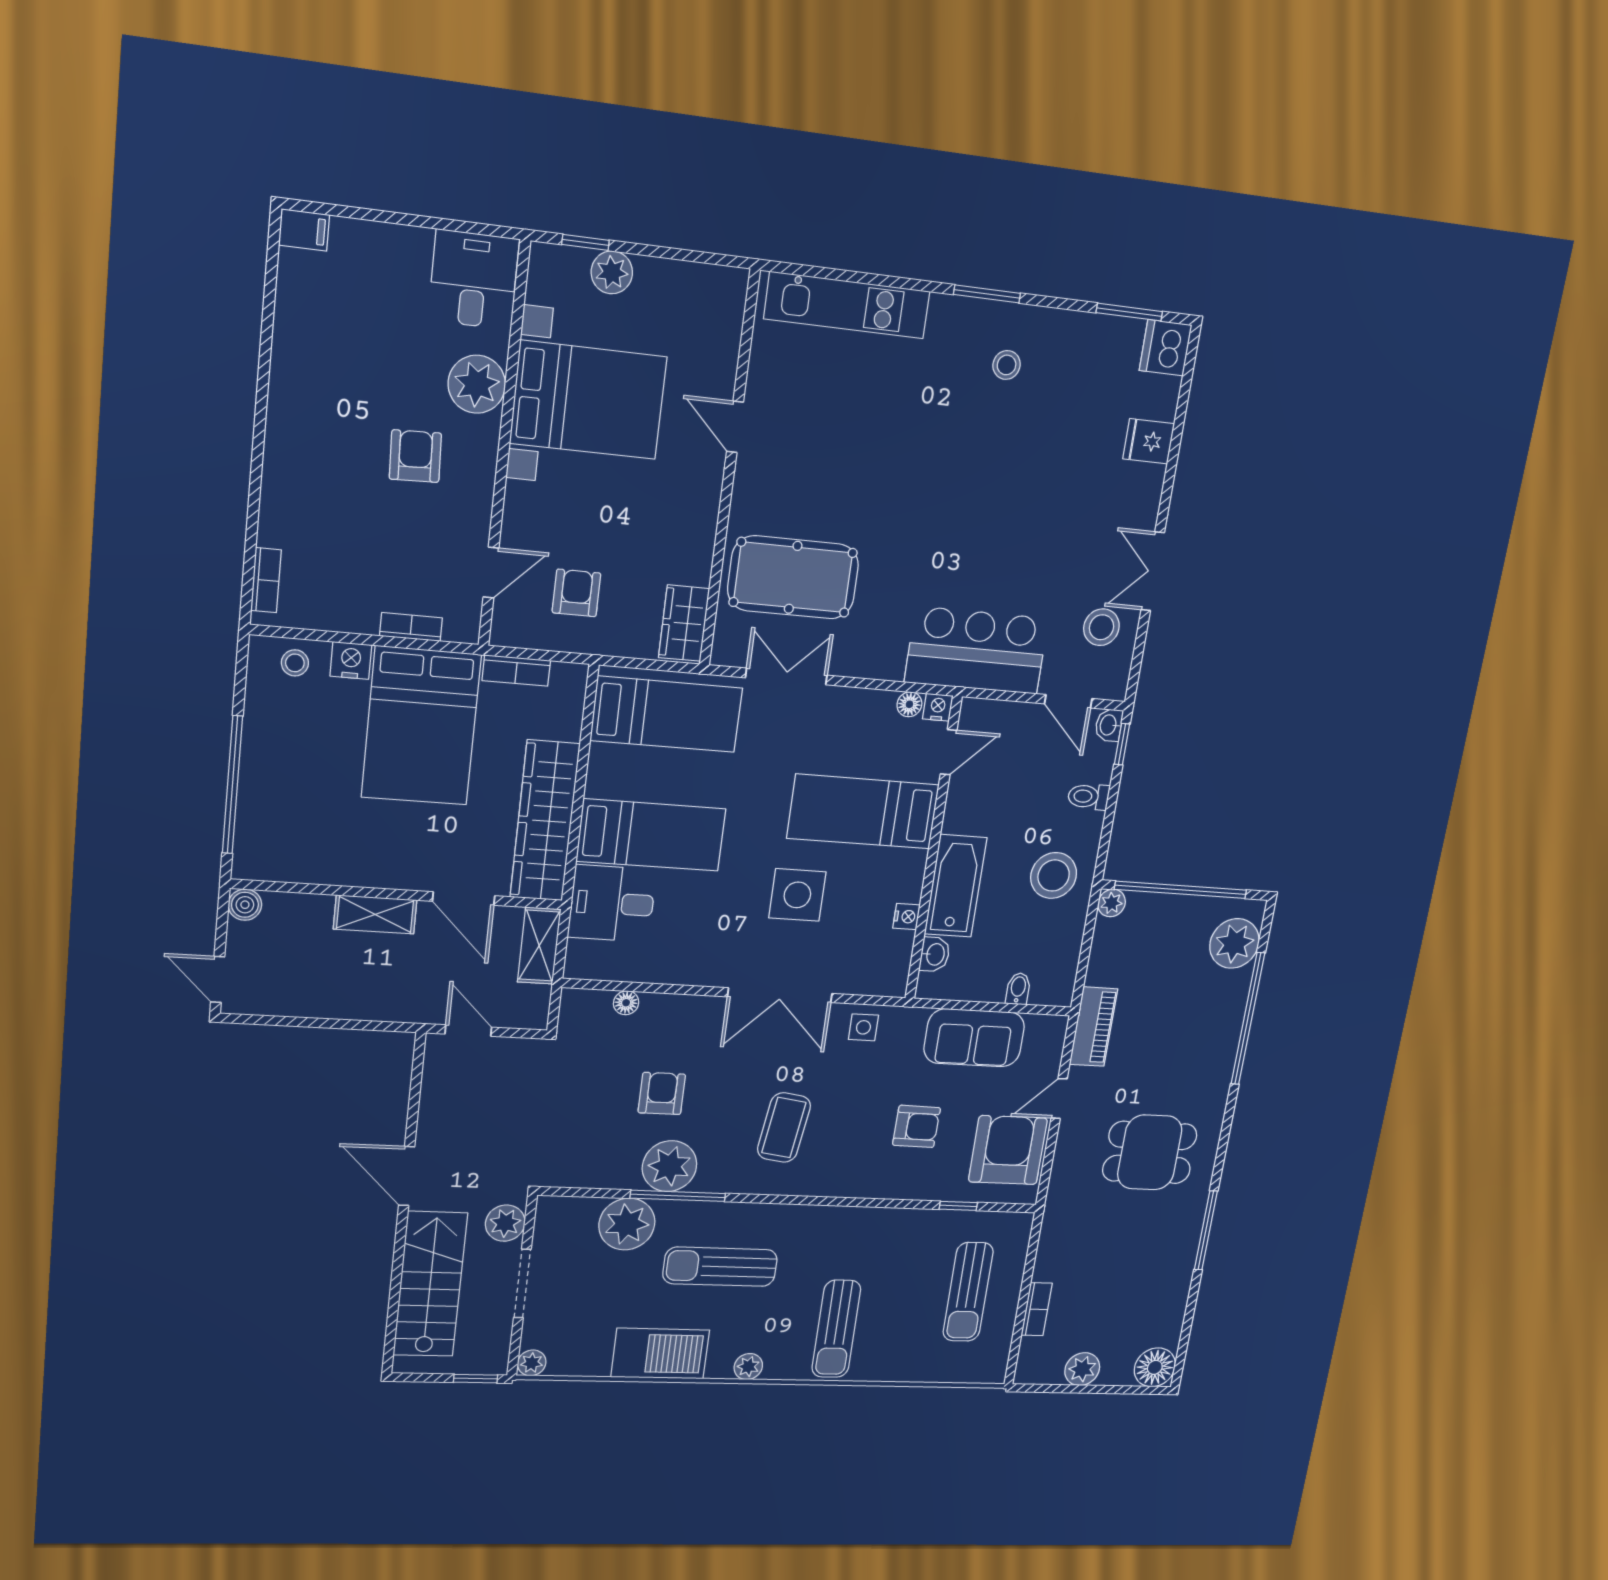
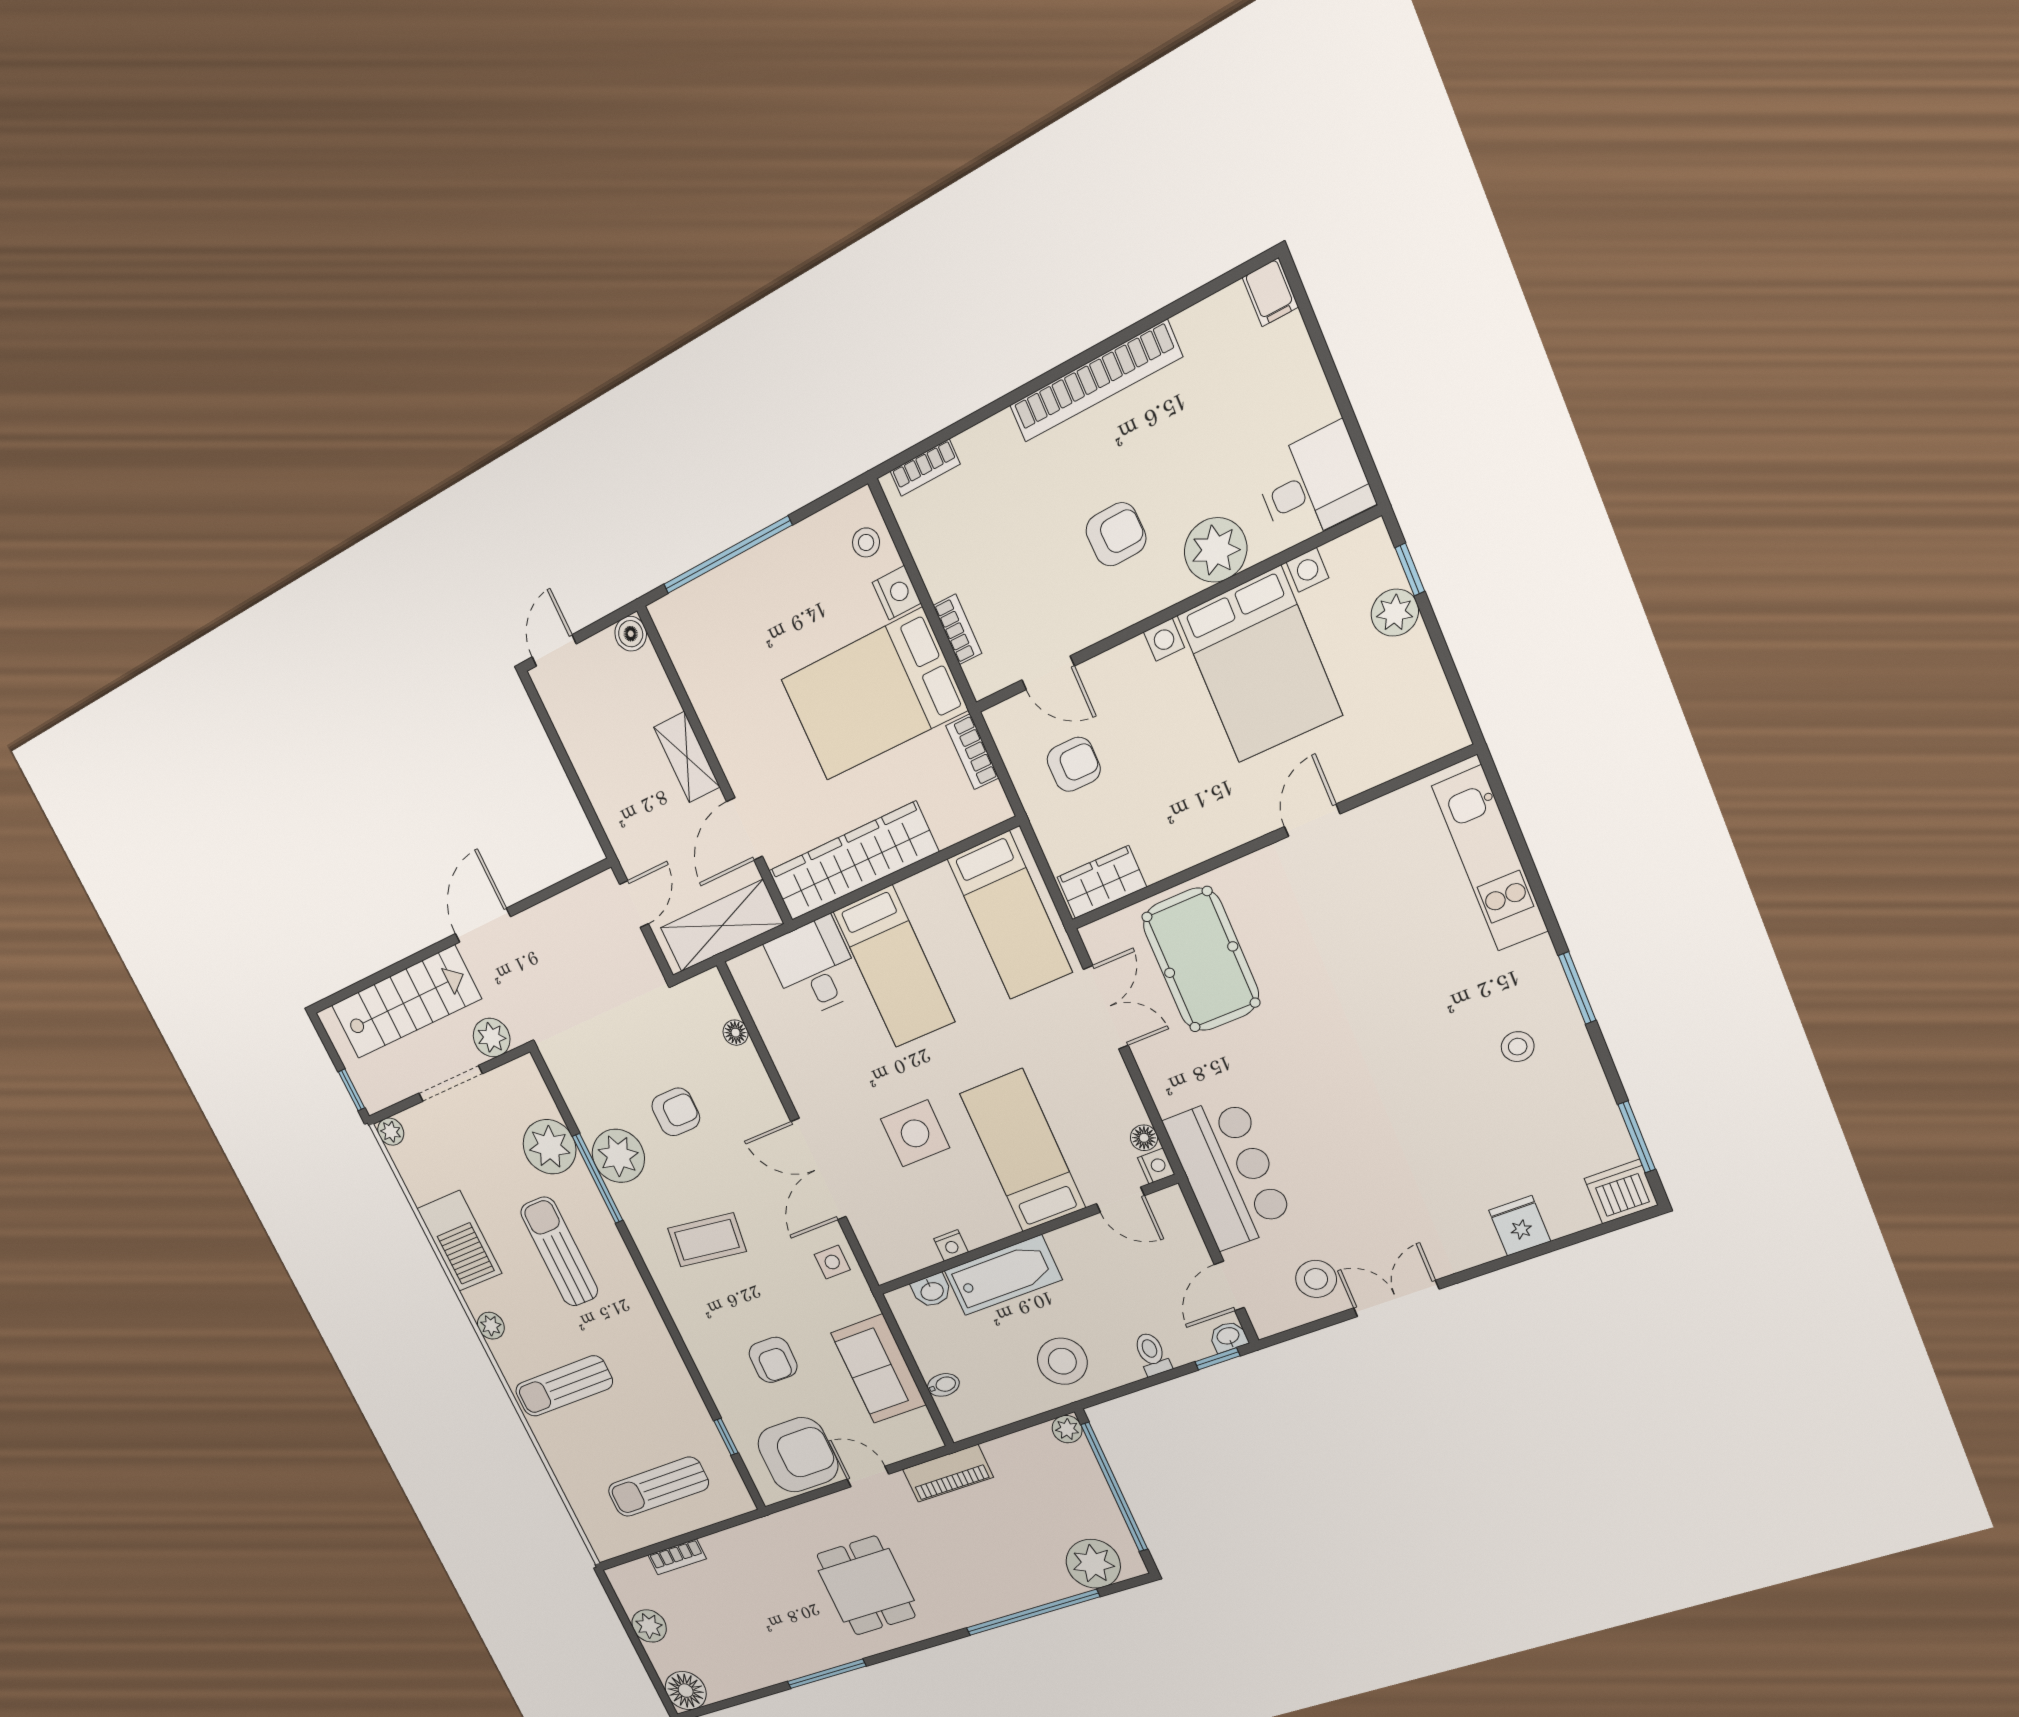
bookcase: (285, 405) -> (1095, 381), added
shelving: (539, 946) -> (722, 926), width x1.50, depth x1.33

